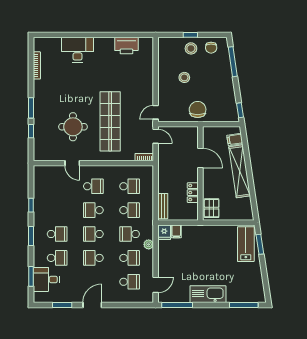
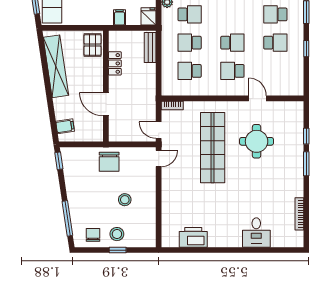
desk: (78, 50) -> (256, 232), width x0.73
shelving: (240, 171) -> (56, 66), moved
filing cabinet: (176, 231) -> (119, 17), moved
school desk: (93, 234) -> (275, 43), moved

